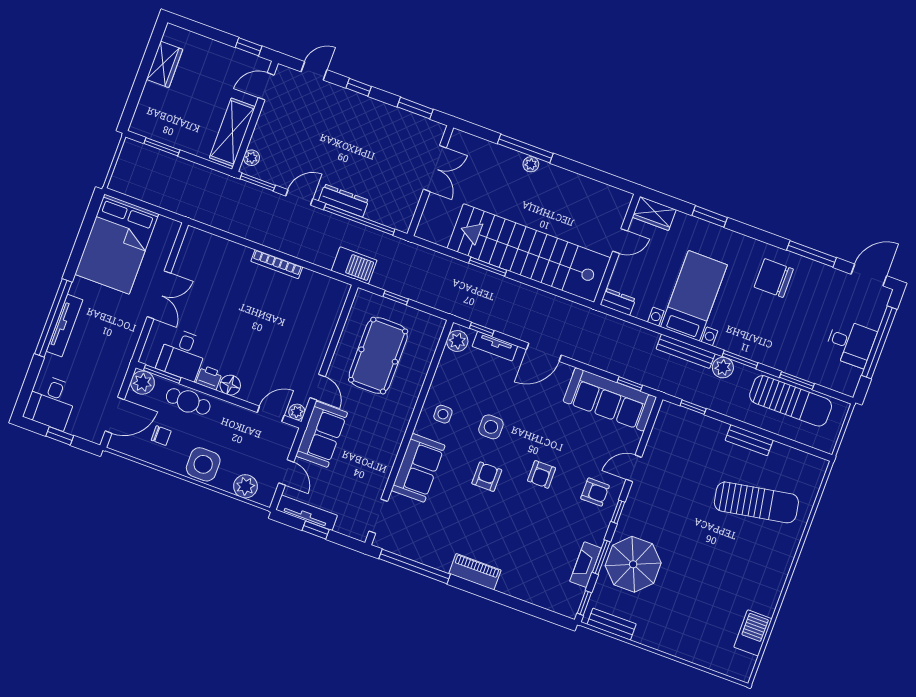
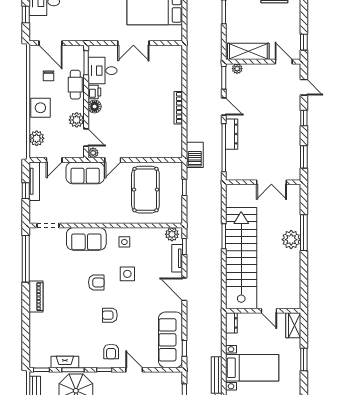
plant: (531, 164) -> (291, 240), width x1.87, depth x1.87
pool table: (378, 356) -> (145, 190), turned 90
plant: (143, 383) -> (77, 120), moved

